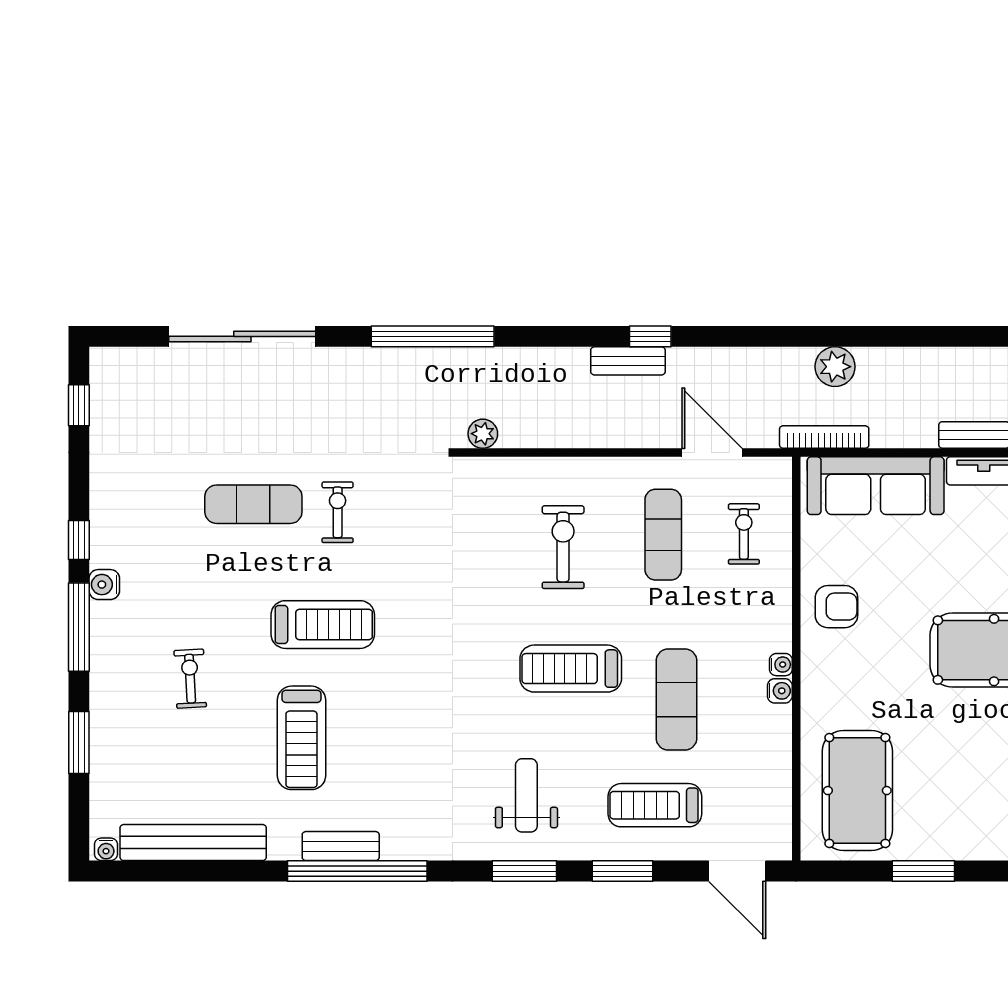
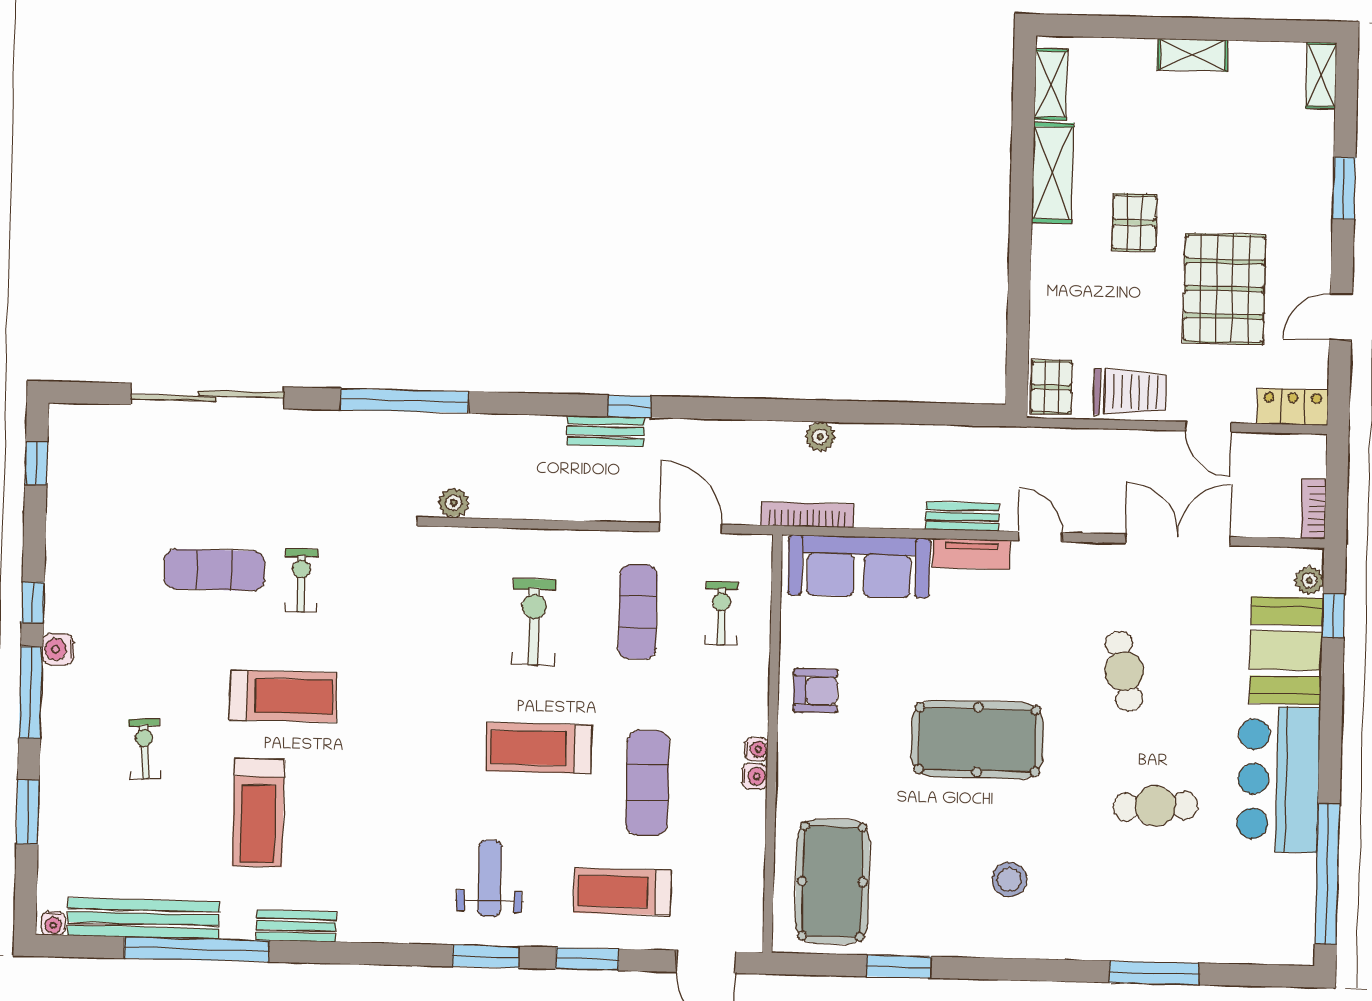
plant: (835, 367) -> (820, 437), width x0.73, depth x0.73
window: (357, 871) -> (197, 949), moved

